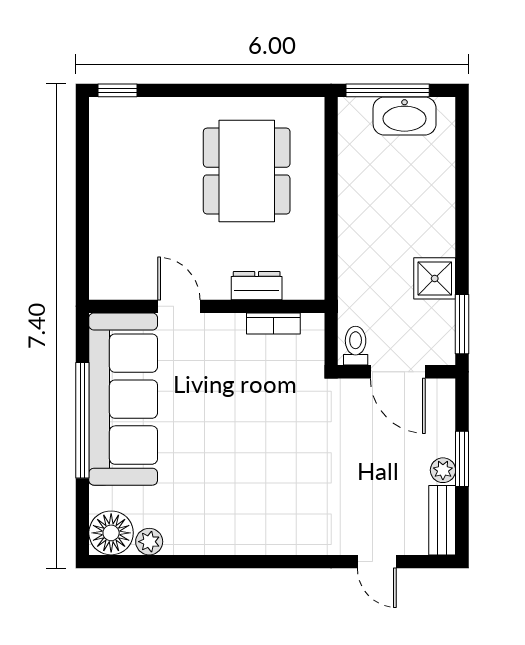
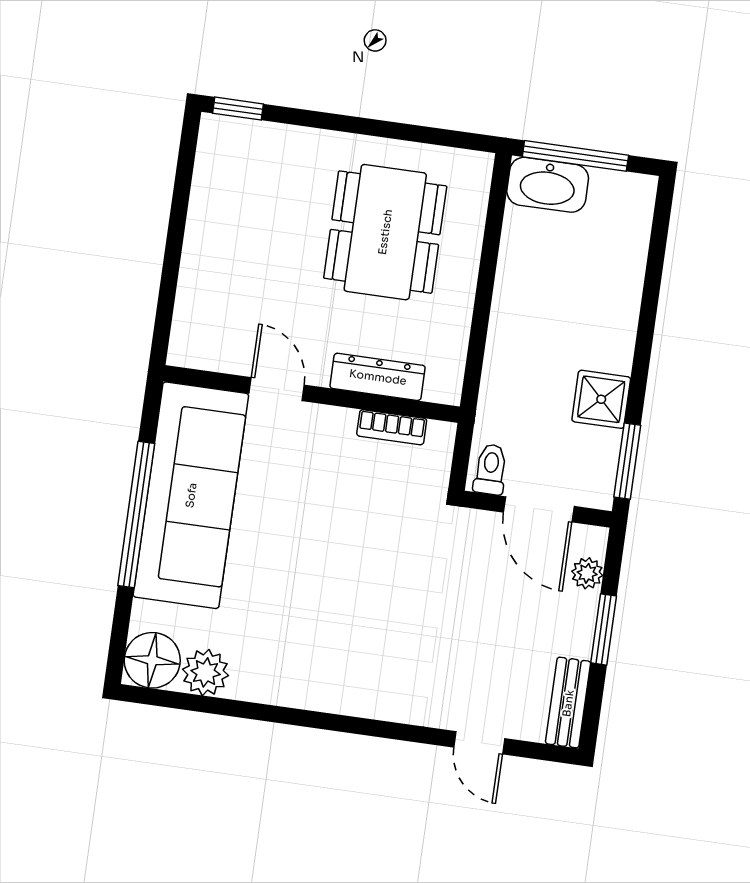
washbasin: (405, 116) -> (548, 185), moved
dresser: (257, 286) -> (378, 377), width x1.44
plant: (443, 470) -> (587, 573), moved
plant: (149, 542) -> (206, 672), width x1.38, depth x1.38

